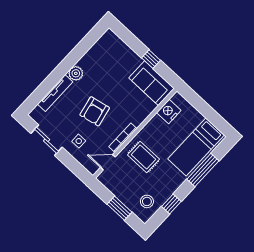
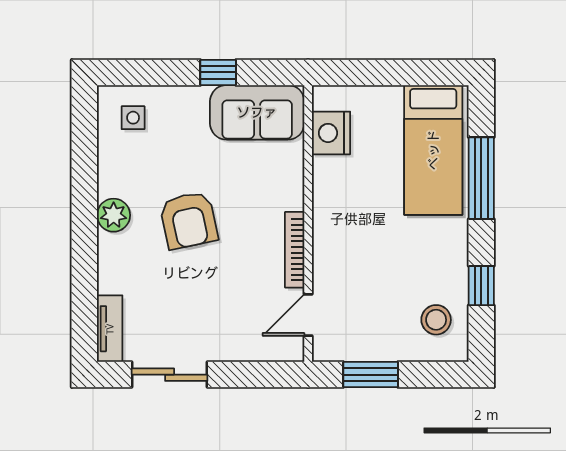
tv unit: (55, 93) -> (110, 329), moved, width x0.71
armchair: (95, 111) -> (189, 220), moved
side table: (79, 141) -> (133, 118), moved
rug: (143, 157) -> (360, 250), removed
window: (119, 208) -> (371, 375), moved

